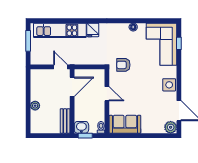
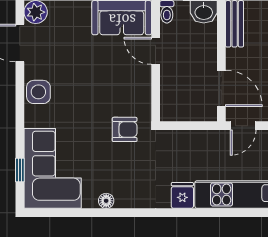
door: (60, 67) -> (243, 126), hinge flipped
door: (72, 87) -> (221, 88), swing flipped
door: (107, 94) -> (156, 51), moved

